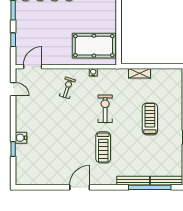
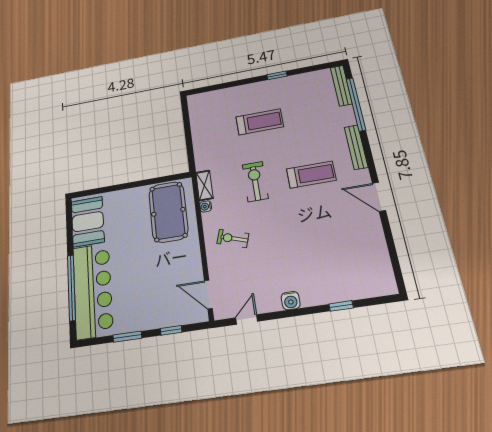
shelving: (139, 73) -> (204, 185), moved
exercise bike: (105, 109) -> (255, 182), turned 90
treadmill: (150, 119) -> (260, 122), turned 180
water cooler: (21, 138) -> (291, 301), moved
bench: (133, 181) -> (356, 147), moved

